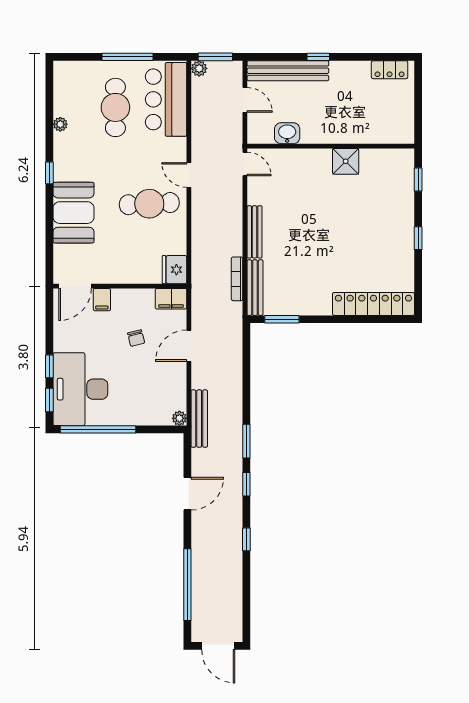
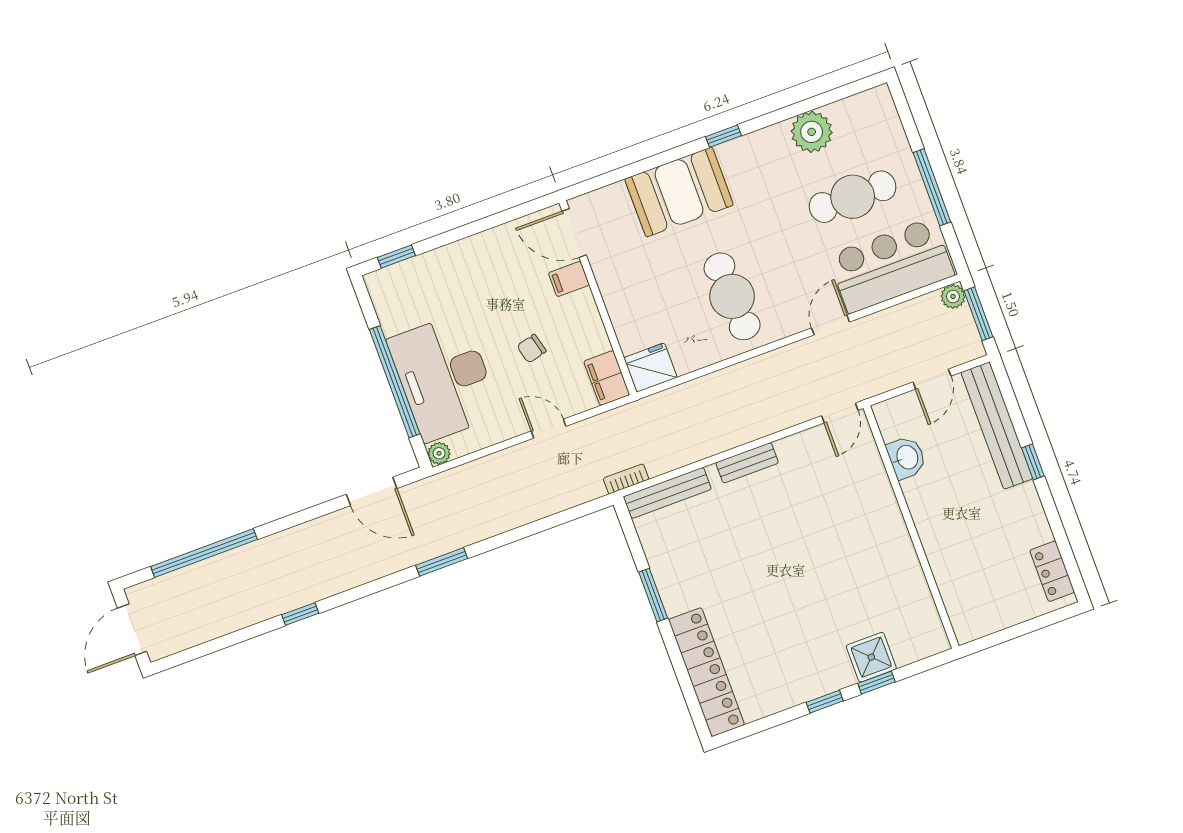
plant: (60, 124) -> (812, 132), width x1.88, depth x1.88
shower: (346, 161) -> (871, 657), moved
door: (189, 175) -> (831, 325), moved
window: (418, 179) -> (877, 683), moved
bench: (255, 232) -> (747, 463), width x0.73
bookcase: (237, 279) -> (626, 479), moved, width x0.64
window: (282, 319) -> (653, 595), moved
door: (189, 346) -> (549, 429), width x0.73
window: (49, 366) -> (445, 239), removed
desk: (80, 389) -> (444, 377), moved, turned -90
bench: (199, 419) -> (449, 482), removed
window: (98, 429) -> (395, 382), moved
window: (246, 484) -> (380, 585), removed
door: (187, 494) -> (372, 491), moved

